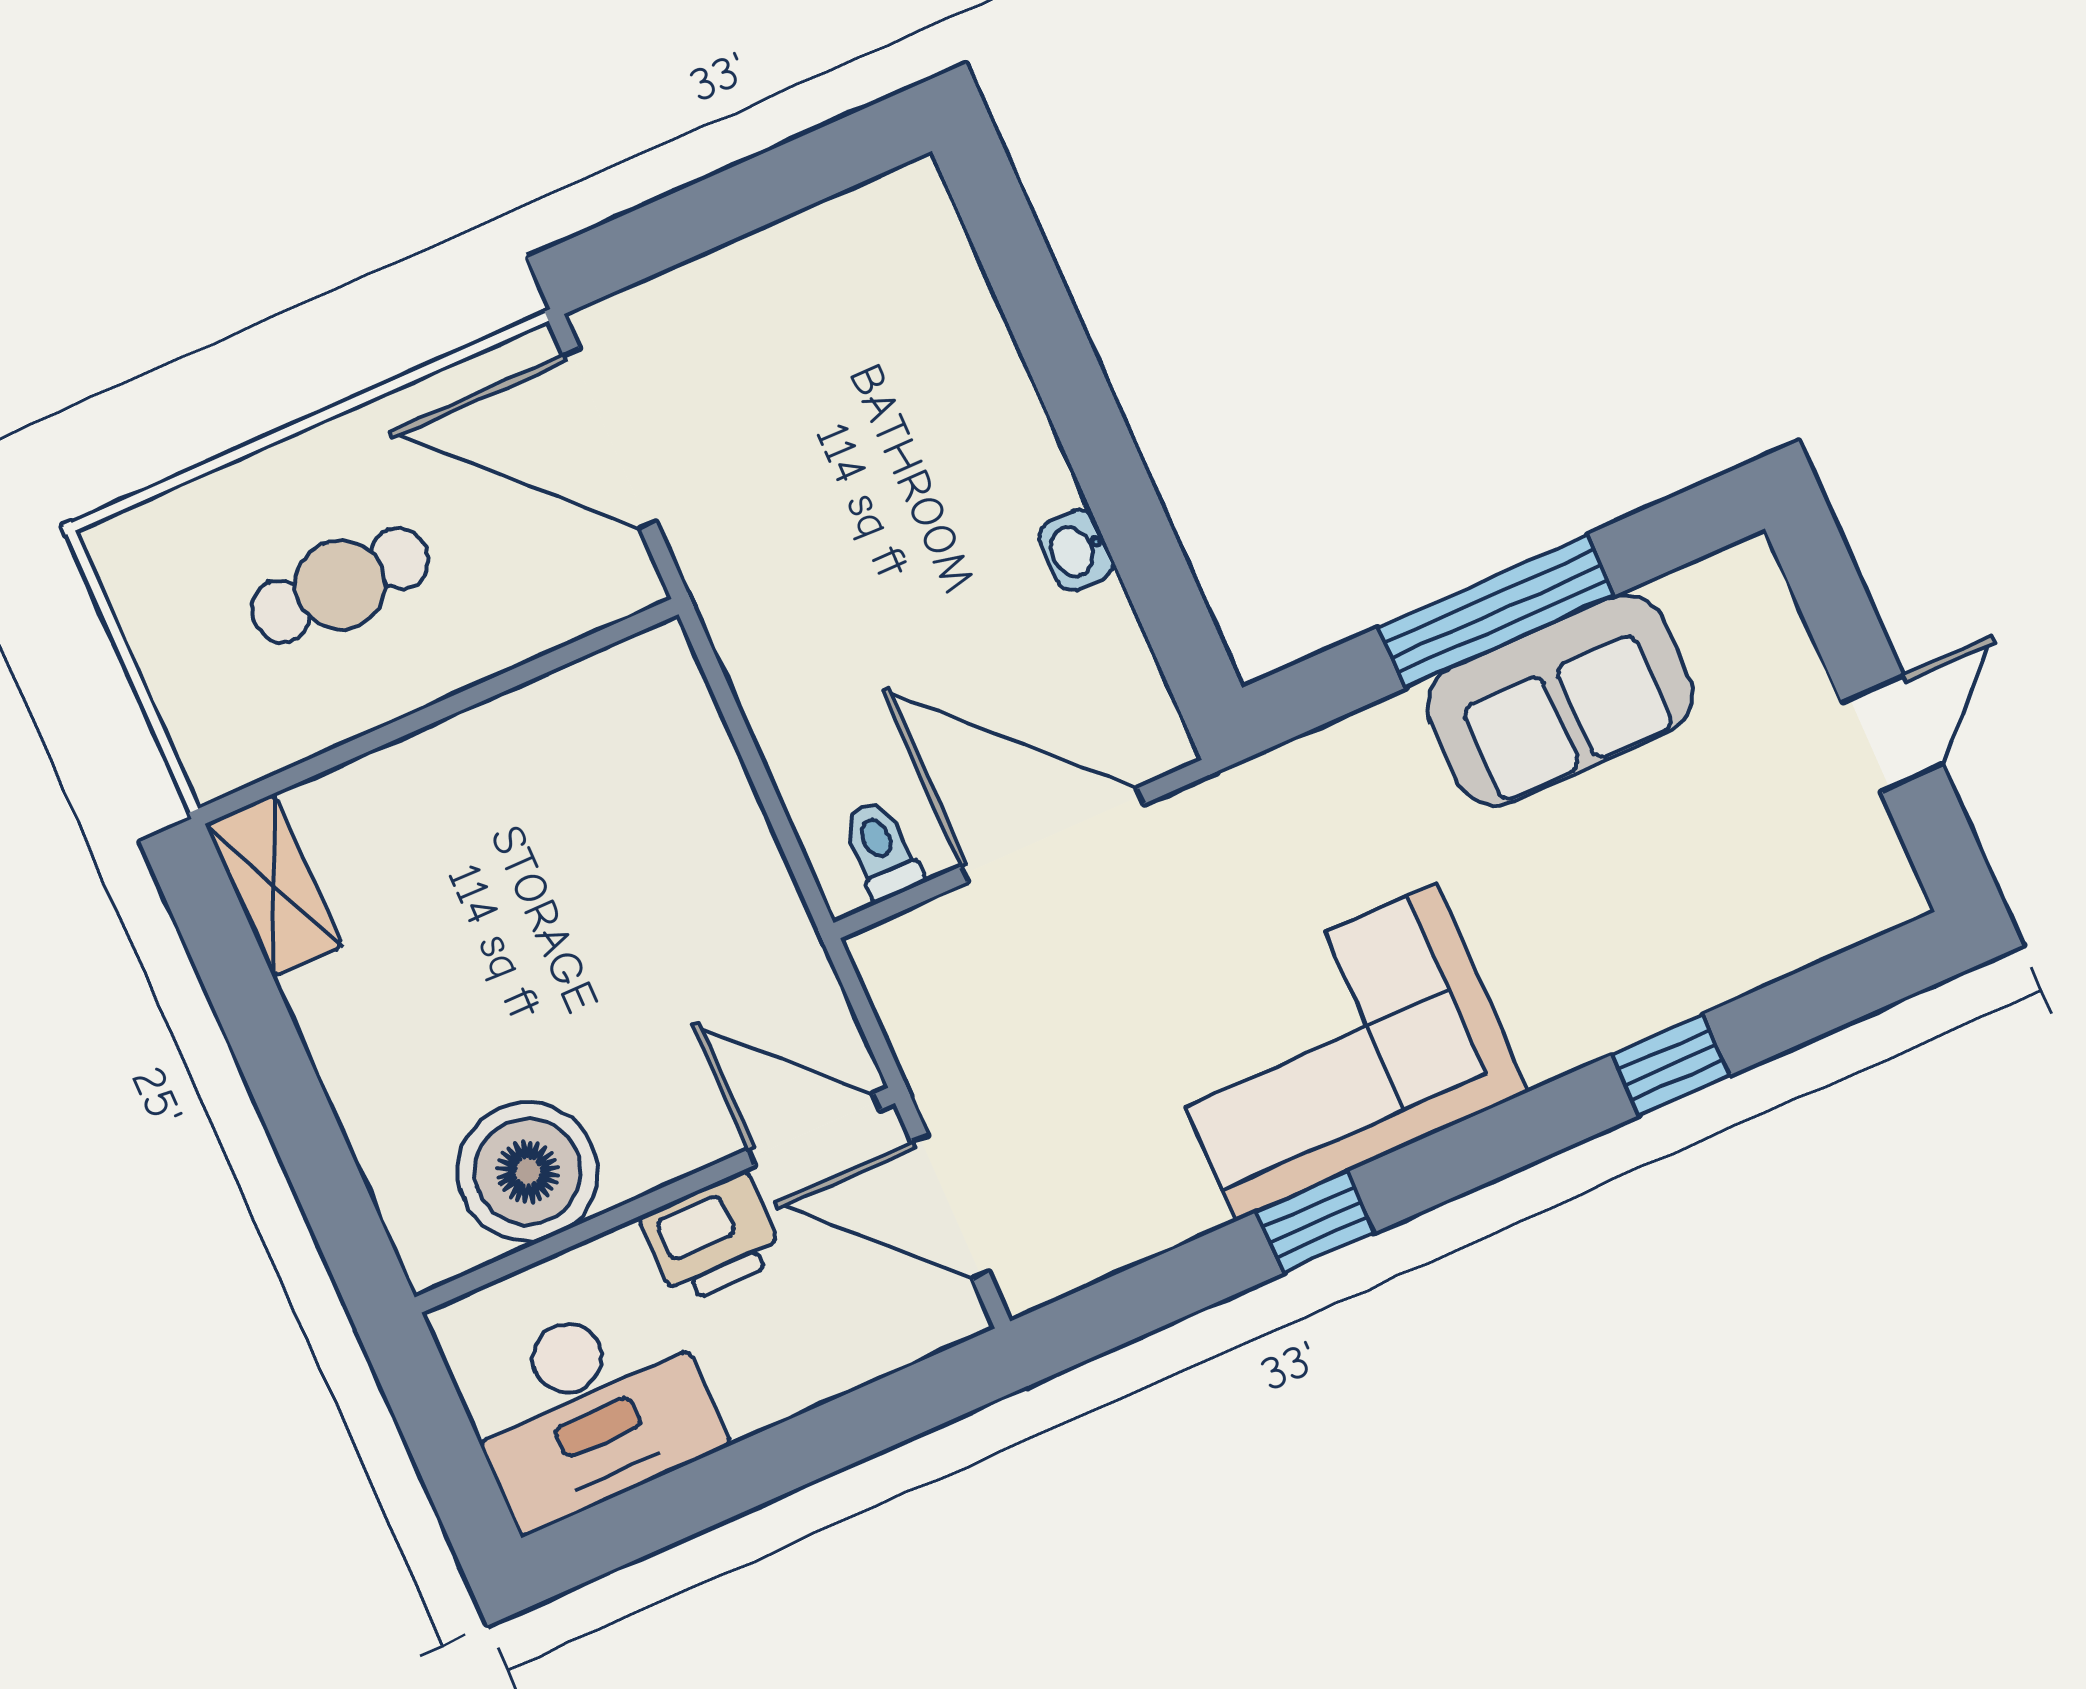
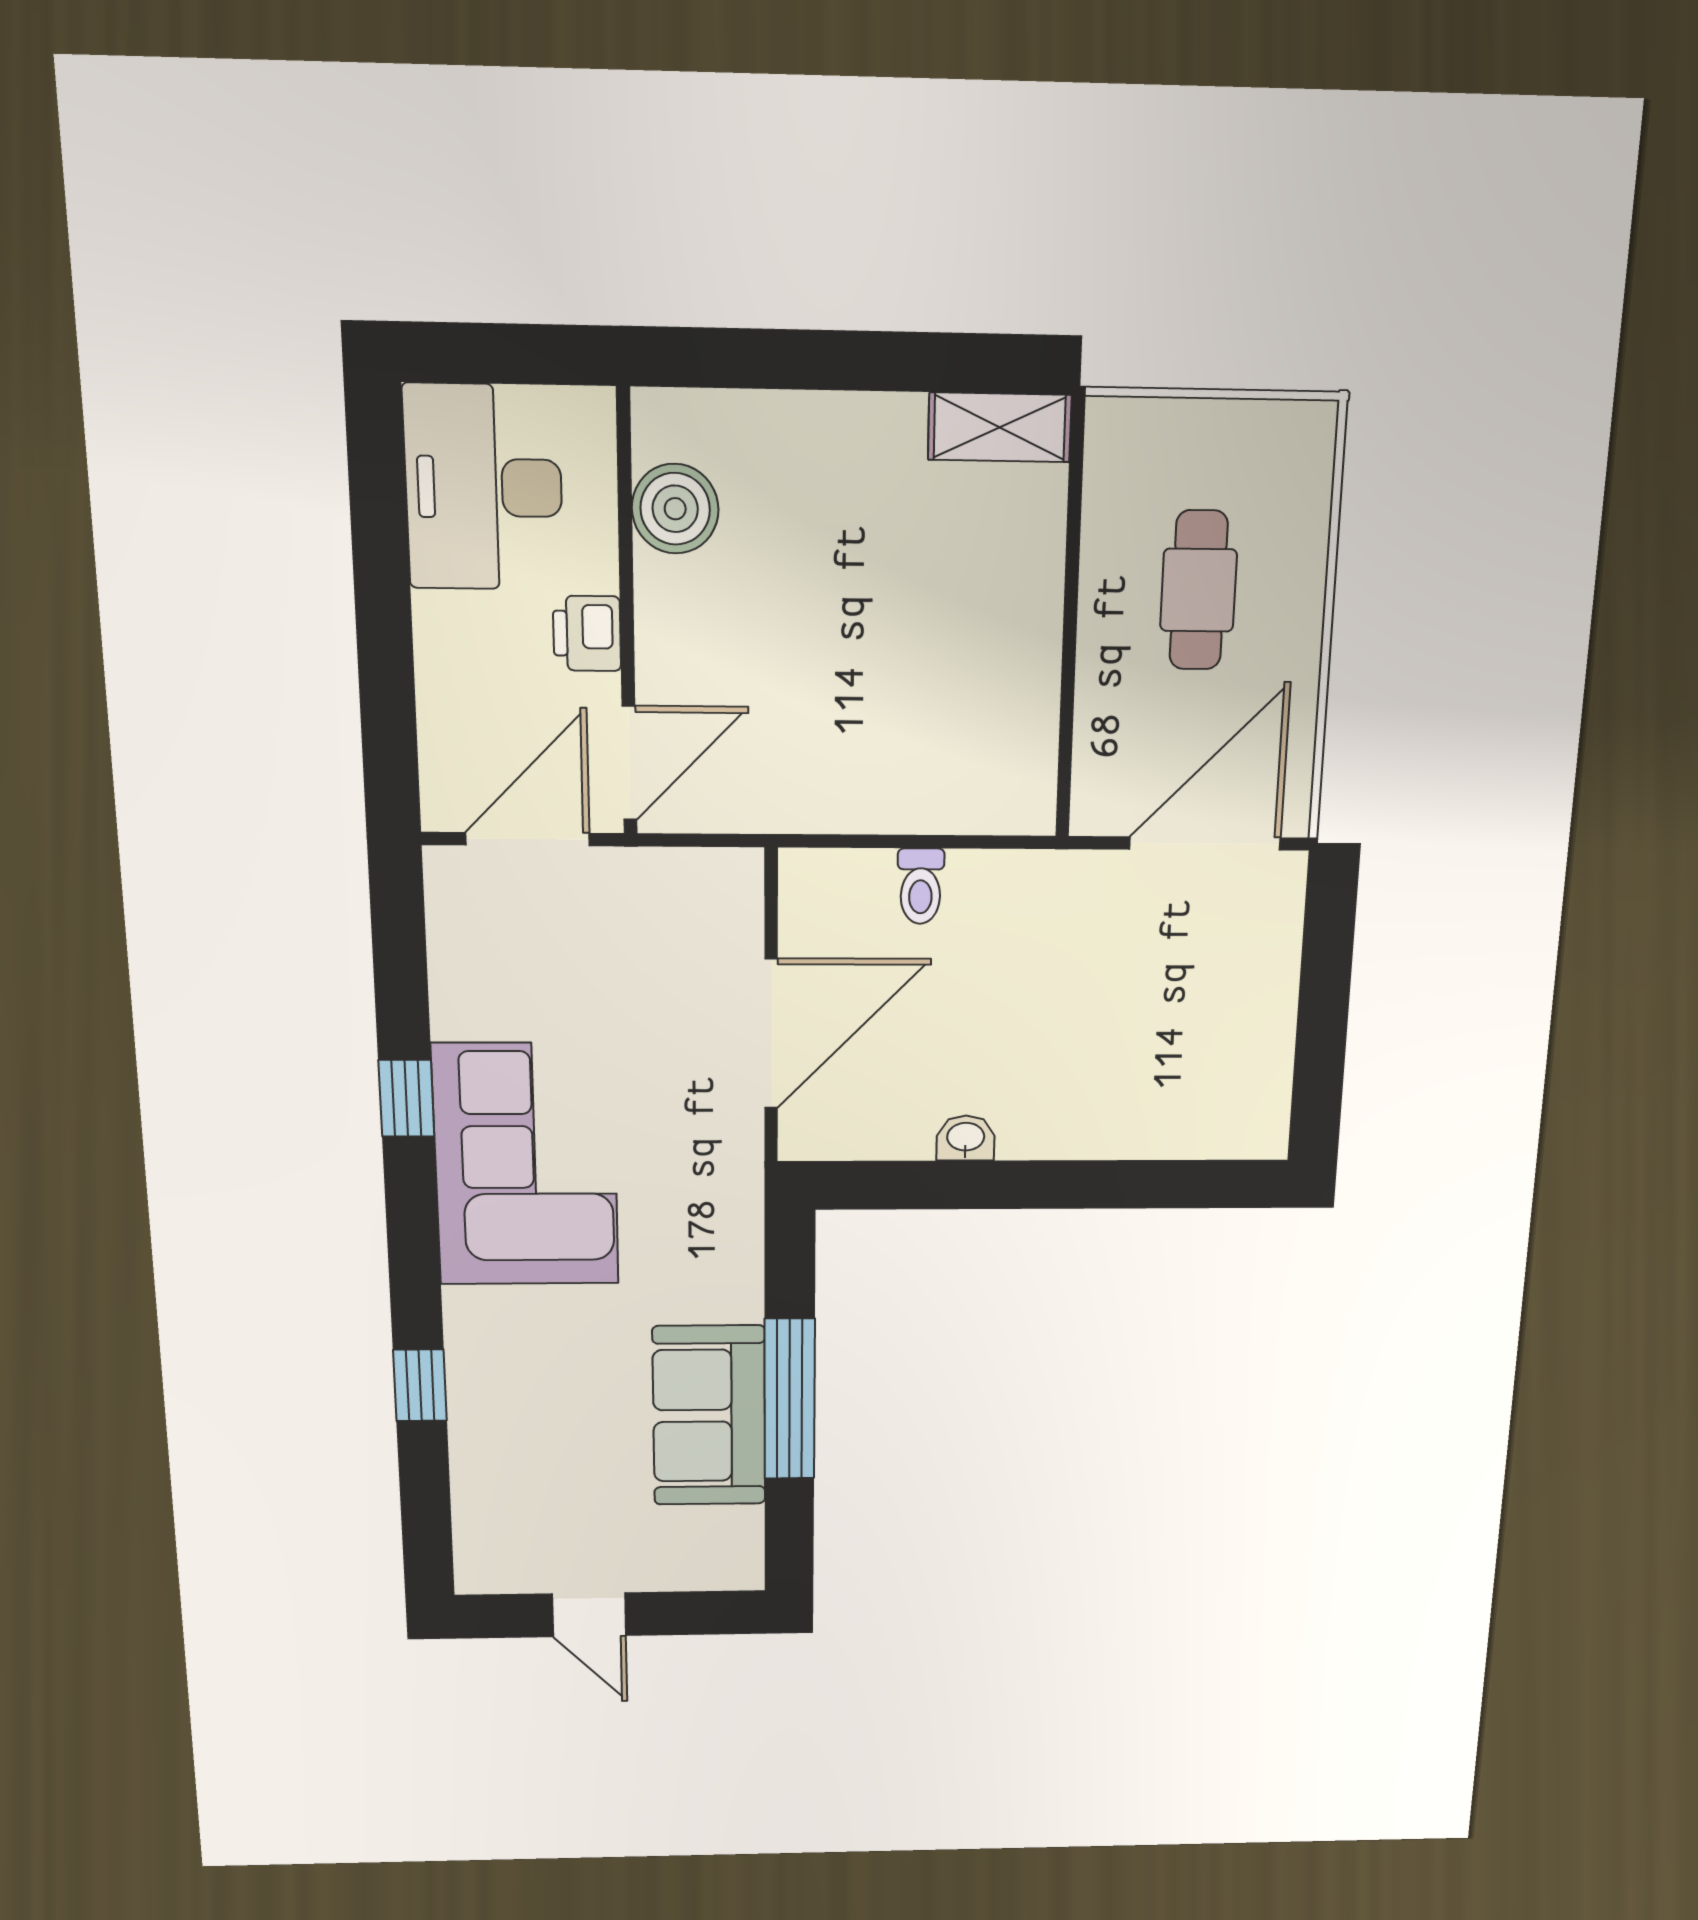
toilet: (882, 850) -> (921, 886), moved, turned 90
boiler: (528, 1172) -> (675, 509), width x0.73, depth x0.73
printer: (712, 1238) -> (587, 633), width x0.73, depth x0.81

